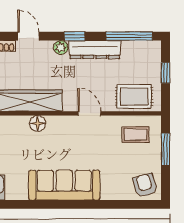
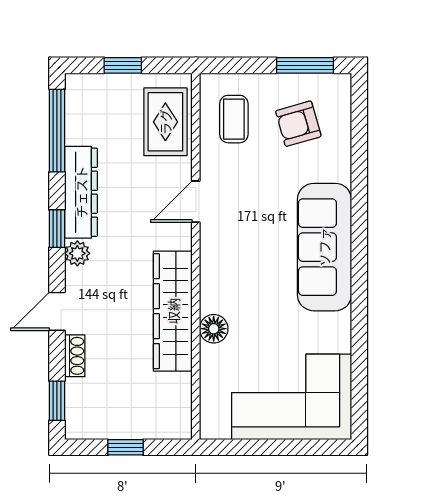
floor lamp: (38, 123) -> (214, 329), moved
window: (165, 149) -> (305, 65), moved
armchair: (145, 185) -> (298, 124), moved

